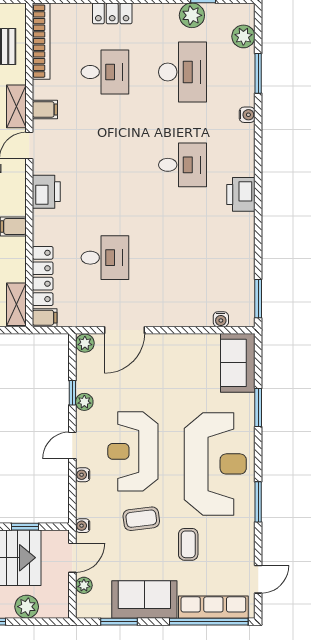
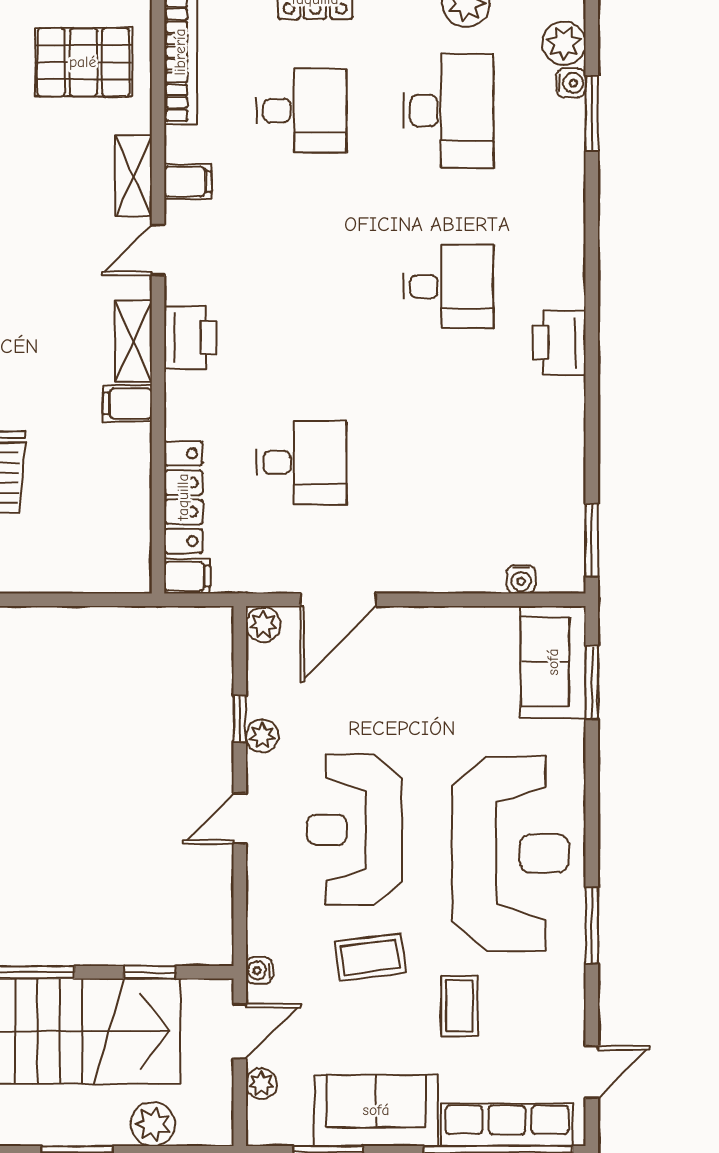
water cooler: (247, 115) -> (571, 83), moved
shelving: (16, 304) -> (133, 341), moved
window: (258, 407) -> (592, 683), moved
water cooler: (83, 475) -> (259, 874), removed

